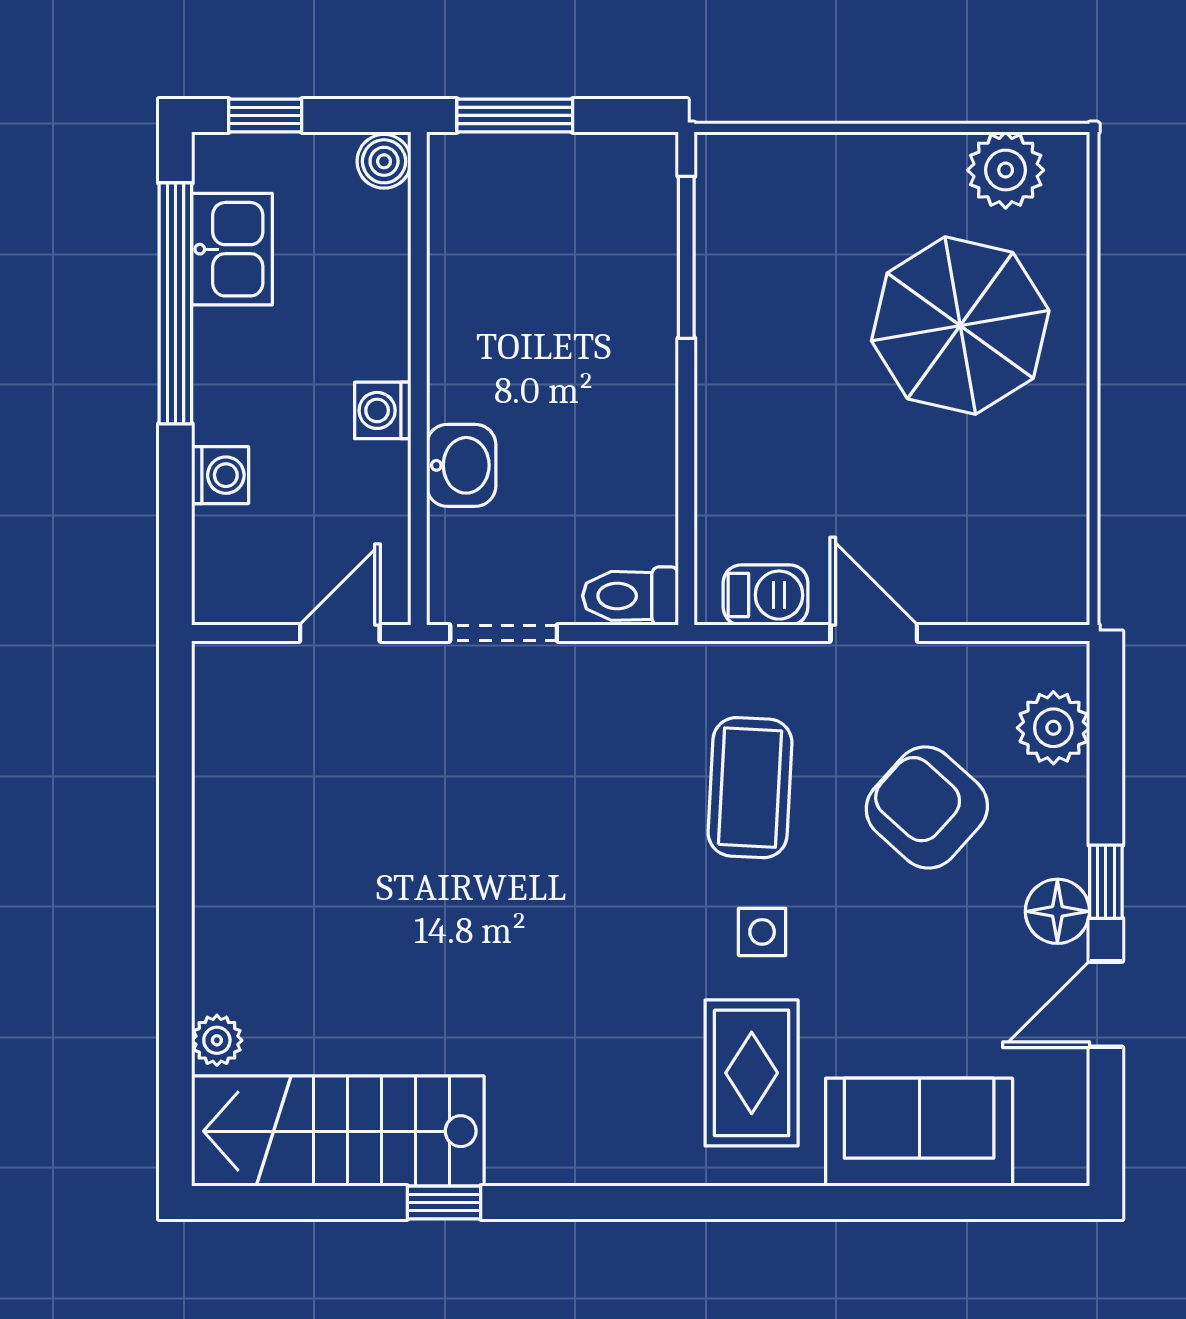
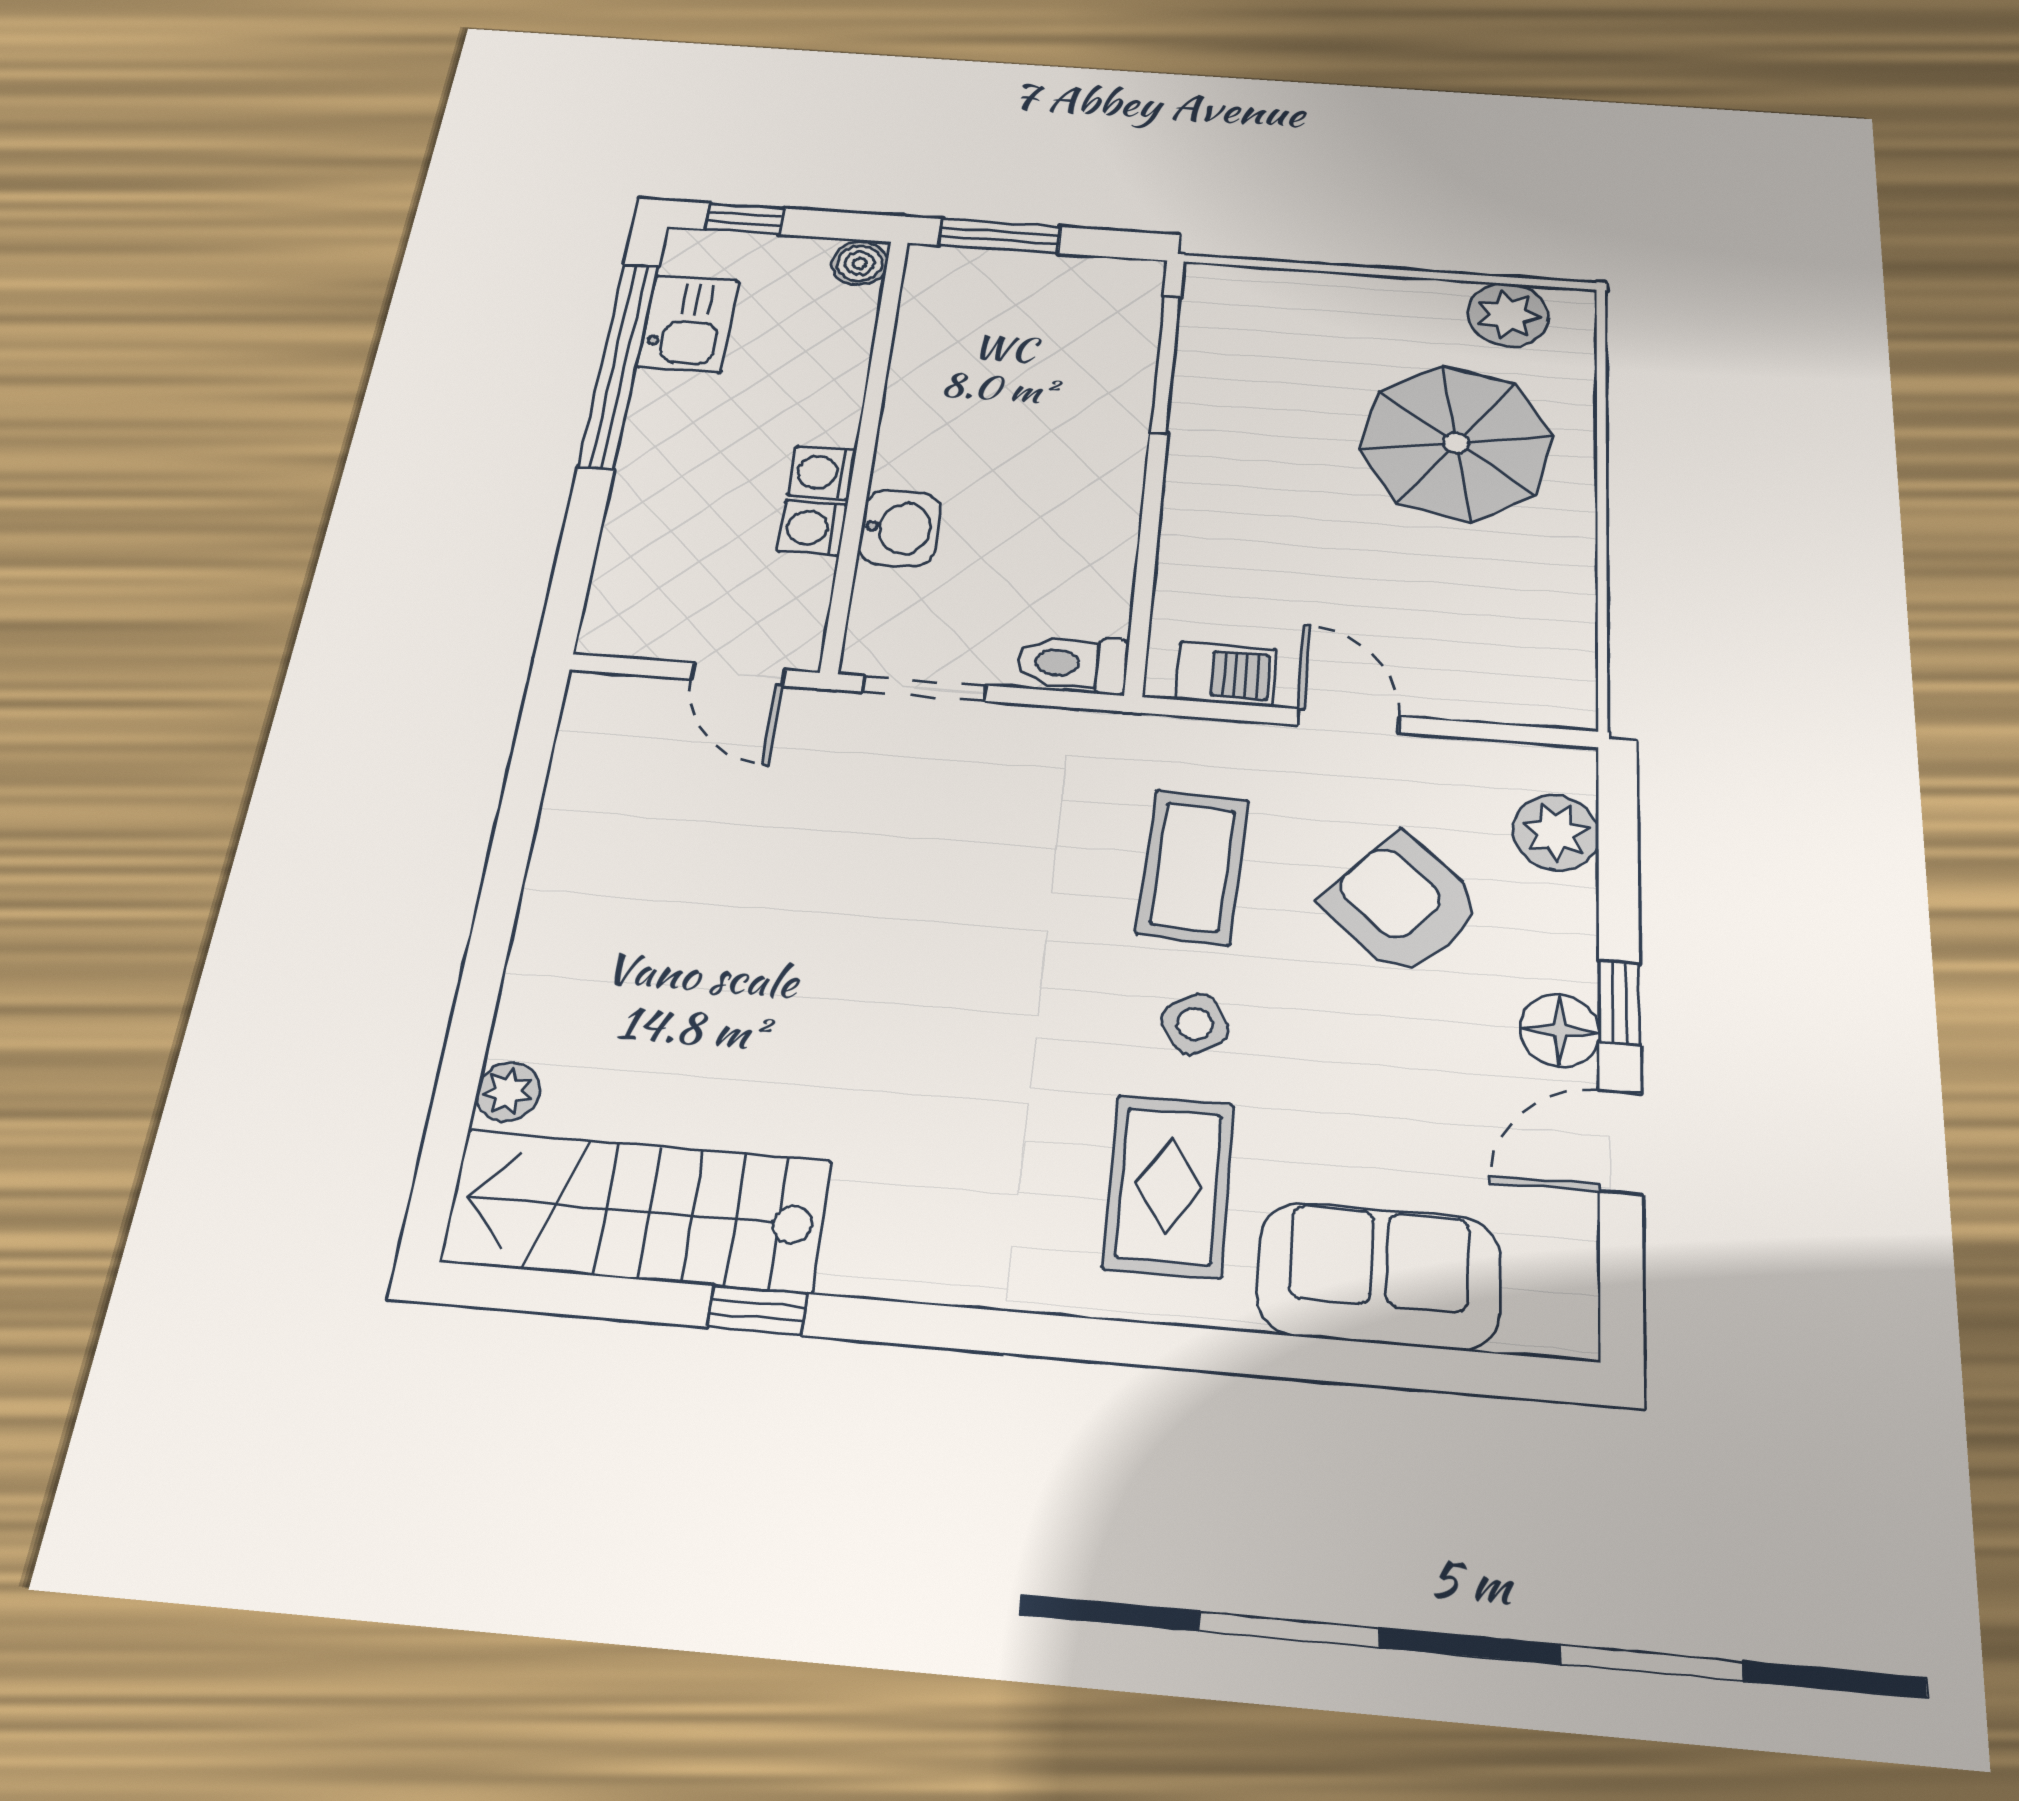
washing machine: (220, 475) -> (812, 528), moved, turned 180
door: (340, 633) -> (738, 674), swing flipped
side table: (762, 932) -> (1195, 1024), turned -30

